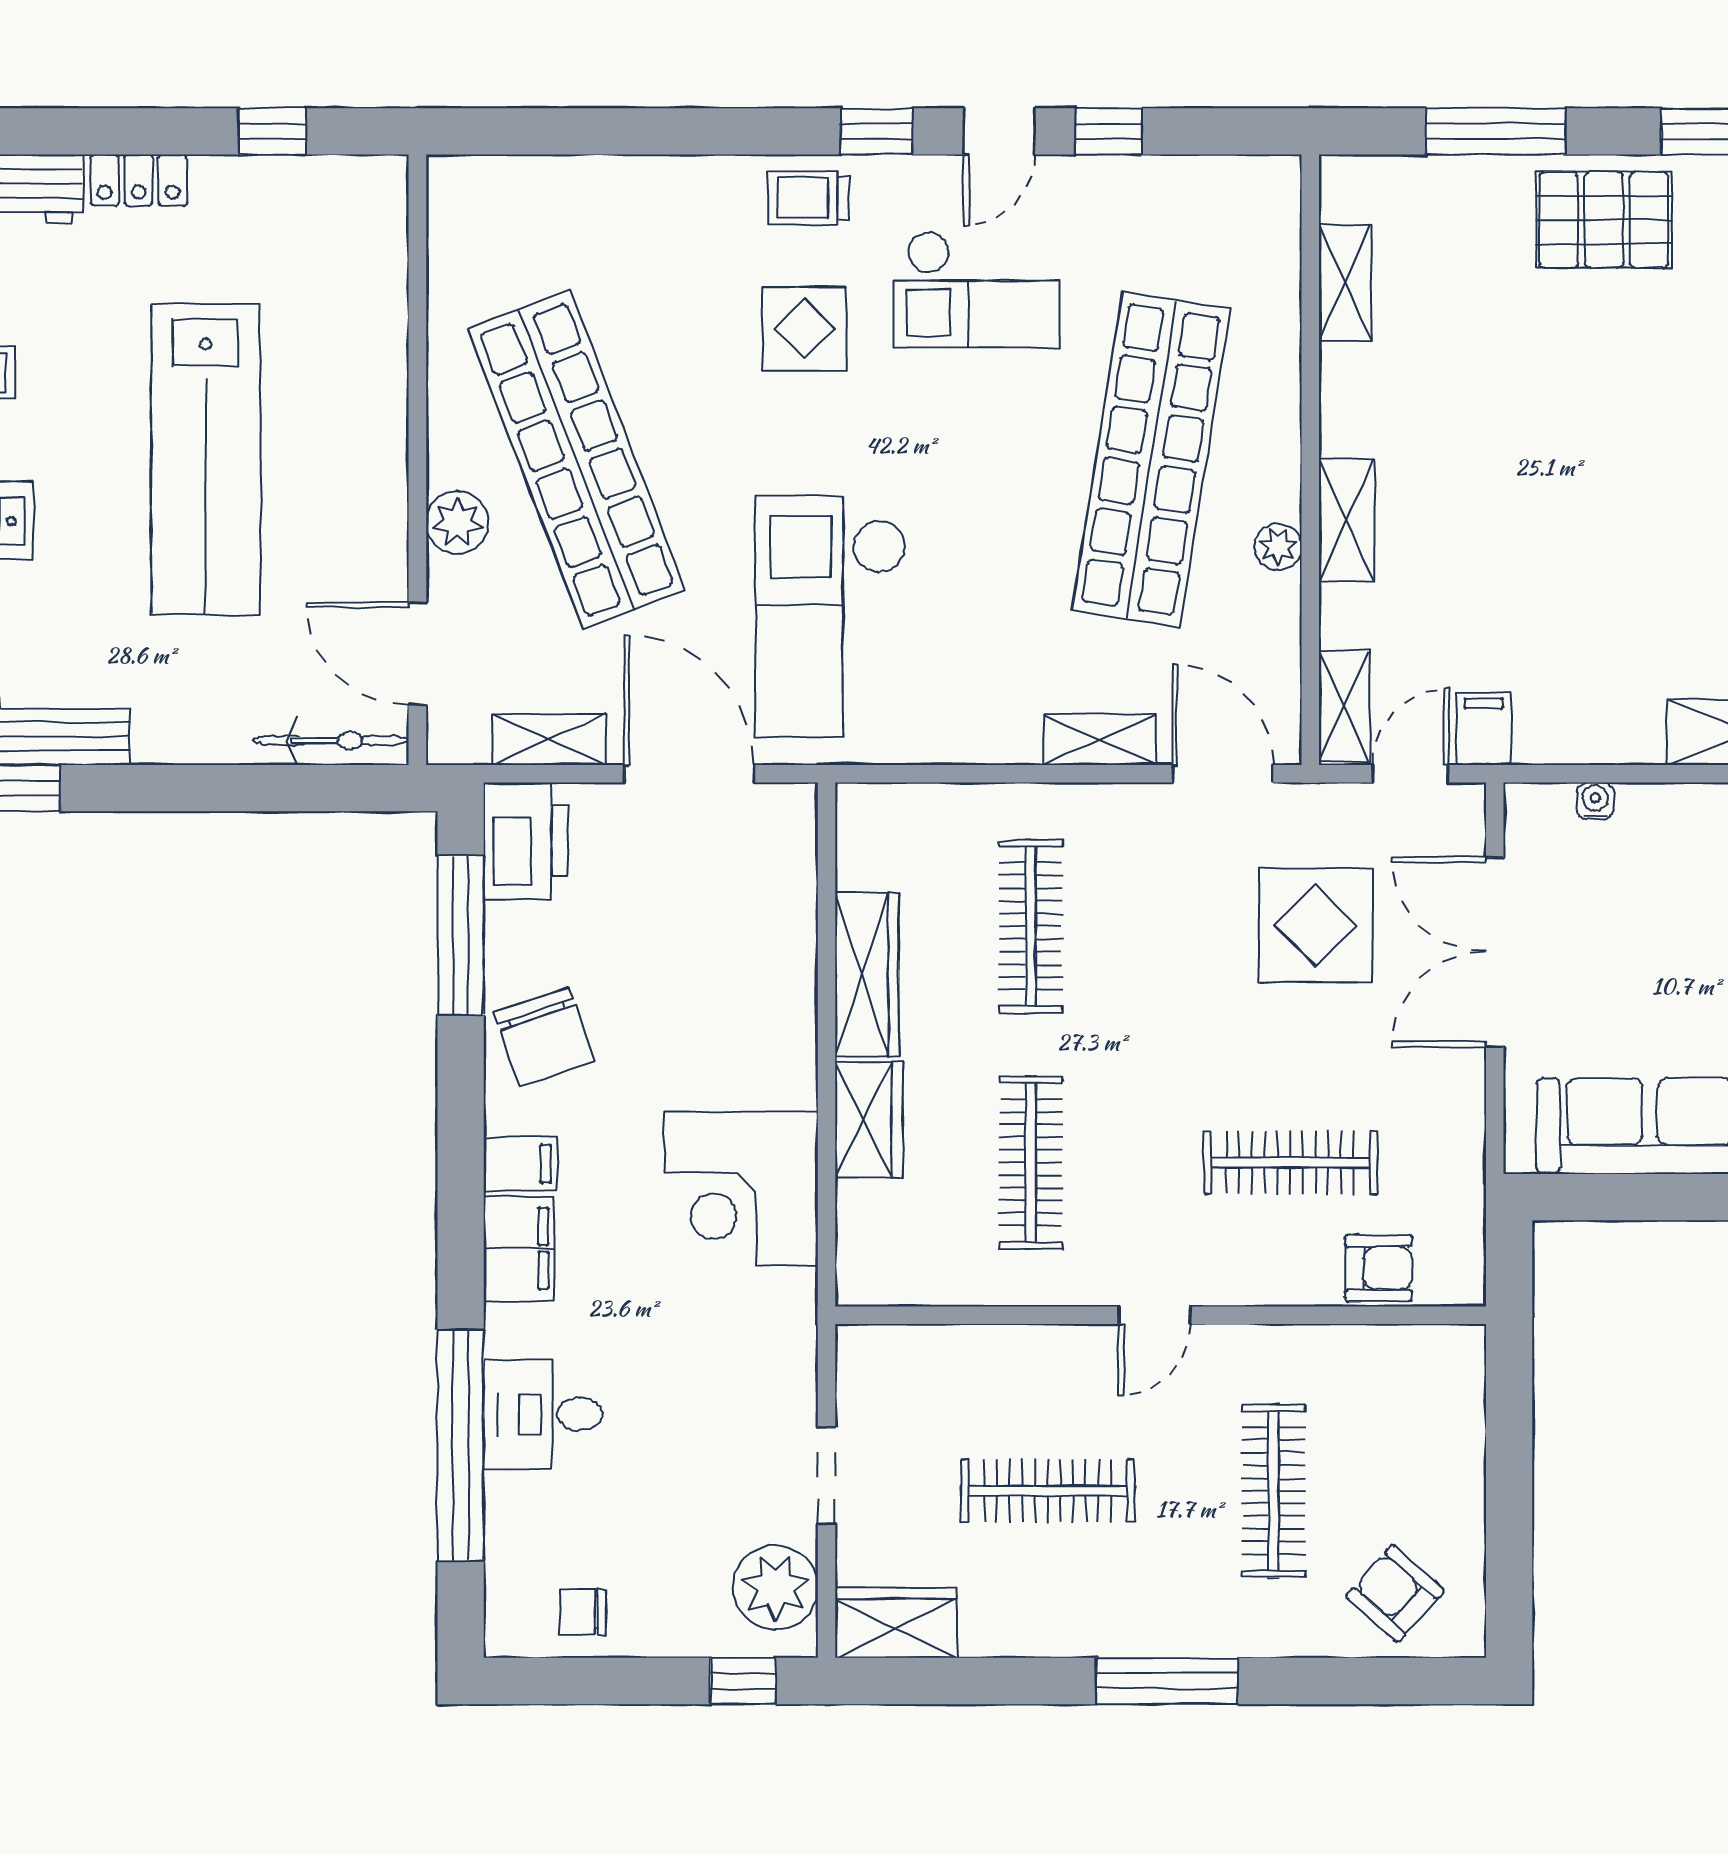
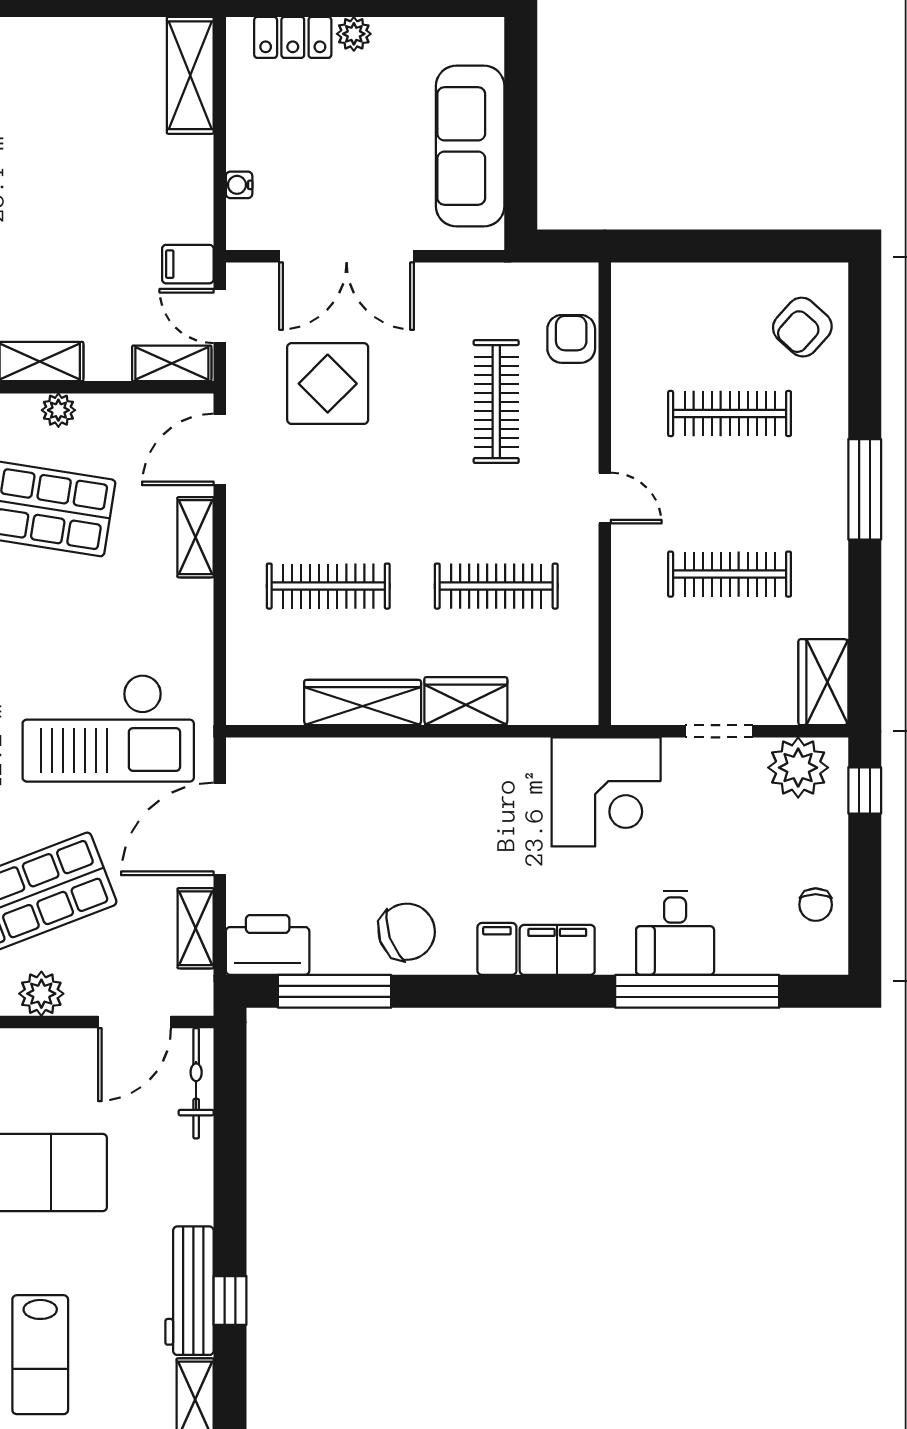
corner desk: (741, 1189) -> (606, 792), moved
clothes rail: (1048, 1491) -> (730, 574), turned 90

